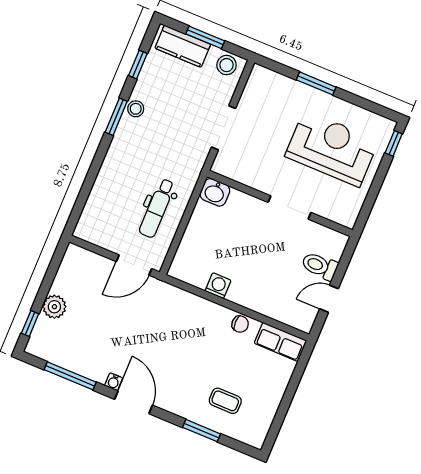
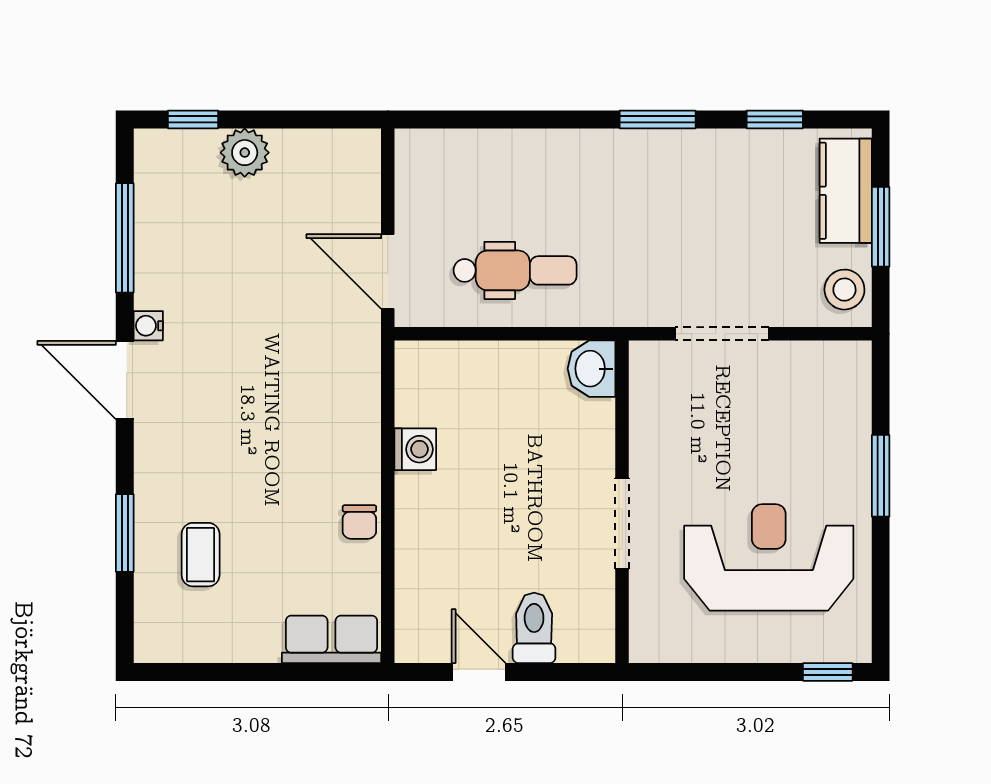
stool: (136, 109) -> (688, 151), removed
reception desk: (332, 148) -> (769, 557), turned -90
dental chair: (157, 208) -> (515, 270), turned 180
row of seats: (280, 342) -> (332, 639), moved, turned 90
door: (133, 402) -> (125, 380), swing flipped

